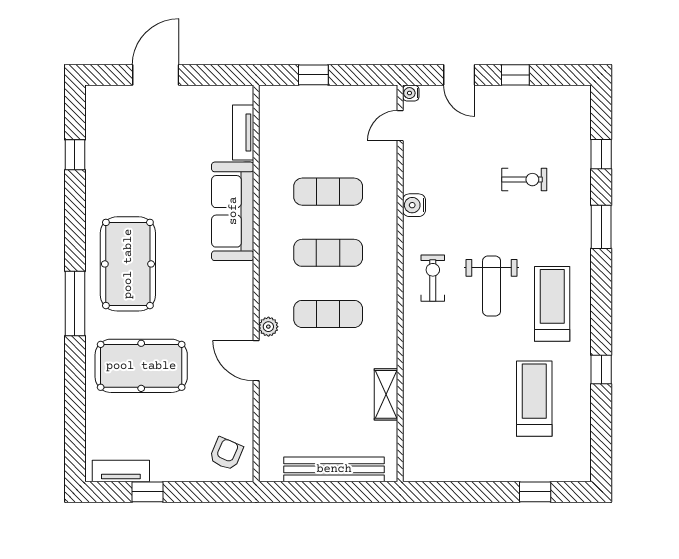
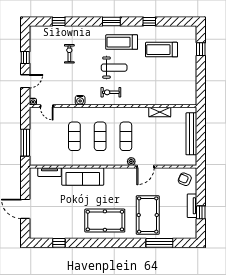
window: (313, 75) -> (25, 143), width x2.17
window: (601, 227) -> (111, 21), moved
window: (75, 304) -> (159, 243), moved
tv unit: (121, 471) -> (192, 206), moved

